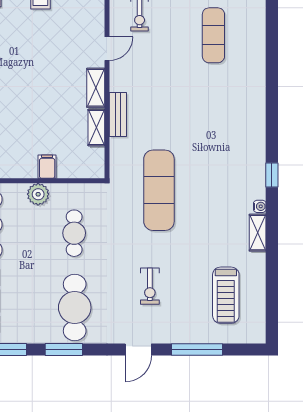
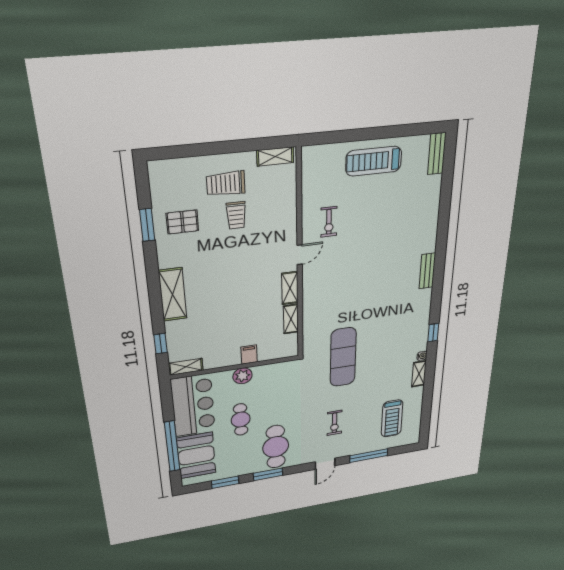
exercise mat: (213, 35) -> (393, 232), removed
bench: (118, 114) -> (427, 271), moved
cafe table: (74, 233) -> (241, 420), moved

